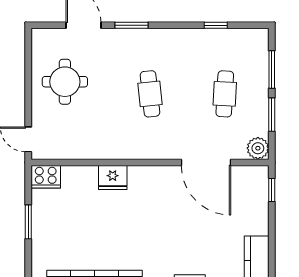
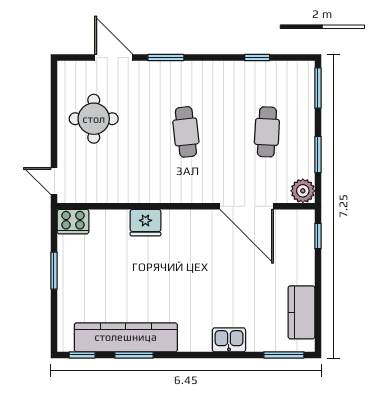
window: (272, 70) -> (318, 88), moved

